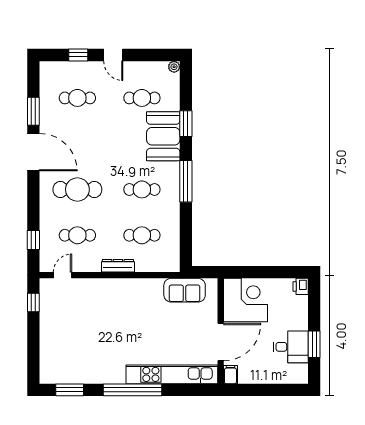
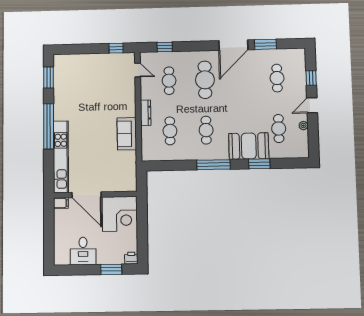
plant: (174, 67) -> (303, 126), moved
sofa: (185, 290) -> (127, 134), moved
window: (314, 344) -> (111, 269), moved

